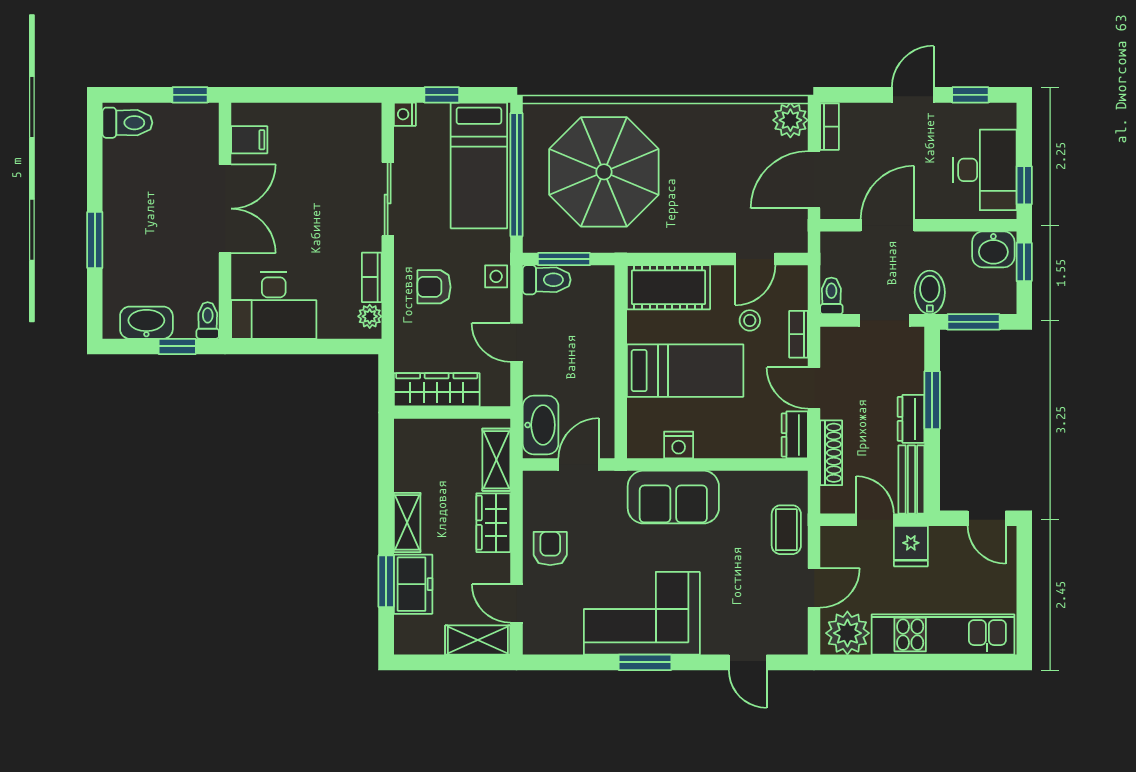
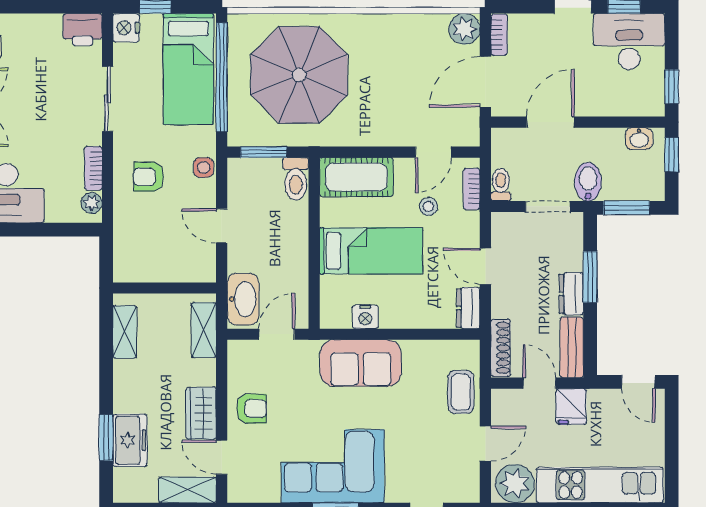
nightstand: (405, 114) -> (126, 28), width x1.39, depth x1.35
printer: (360, 121) -> (83, 30), added
desk: (985, 170) -> (629, 41), moved, turned -90
washbasin: (993, 249) -> (639, 139), width x0.72, depth x0.69
toilet: (547, 280) -> (296, 179), moved, turned 90
bookcase: (799, 334) -> (472, 189), moved
wardrobe: (437, 390) -> (151, 268), removed
shoe rack: (831, 453) -> (501, 348), moved
shelving: (407, 522) -> (125, 332), moved
wardrobe: (493, 523) -> (201, 413), moved
armchair: (550, 548) -> (252, 409), turned 90

